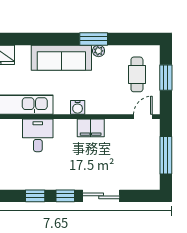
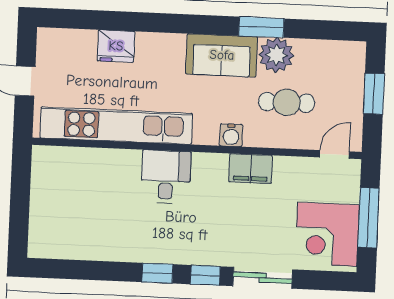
plant: (99, 51) -> (276, 55), width x1.87, depth x1.87
sofa: (61, 58) -> (222, 55), width x0.73
cafe table: (137, 74) -> (287, 102), moved, turned 90
corner desk: (140, 167) -> (327, 234), added

